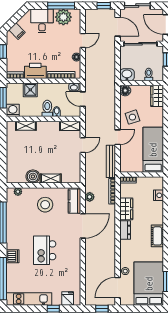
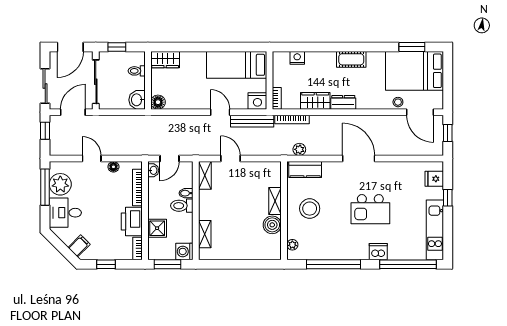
side table: (132, 117) -> (193, 93), removed
nightstand: (126, 165) -> (257, 101), added
door: (83, 226) -> (359, 159), moved

